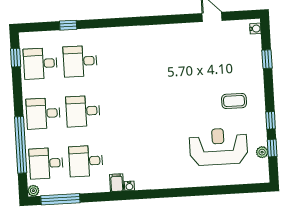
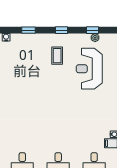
window: (271, 120) -> (62, 30), moved

